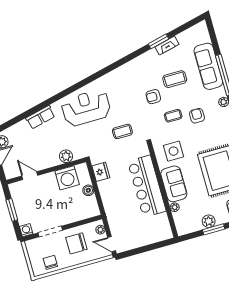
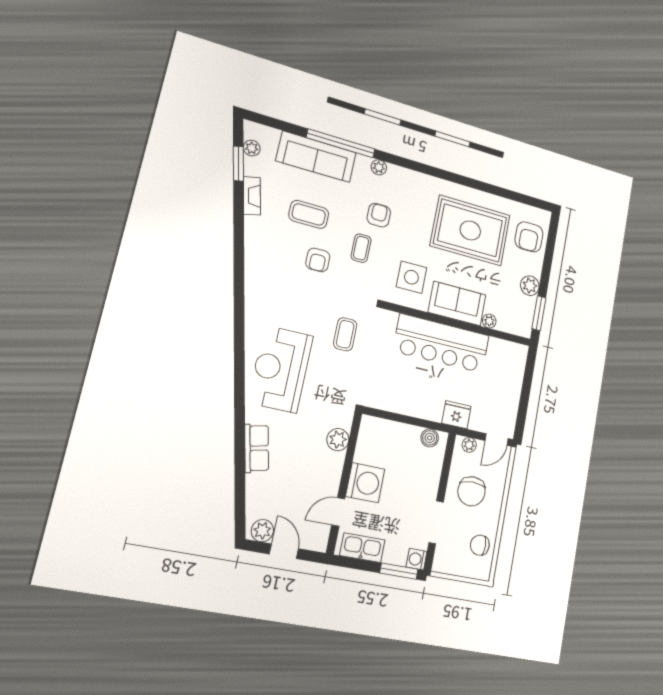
plant: (192, 32) -> (252, 148), added
window: (158, 41) -> (238, 164), moved
coffee table: (175, 79) -> (309, 214), turned 90
armchair: (197, 116) -> (379, 215), turned 90
fridge: (101, 172) -> (456, 415), moved
washing machine: (67, 178) -> (365, 483), moved
boiler: (88, 190) -> (430, 438), moved
kitchen sink: (18, 198) -> (362, 548), added
window: (12, 210) -> (399, 571), moved
window: (214, 229) -> (539, 313), moved

